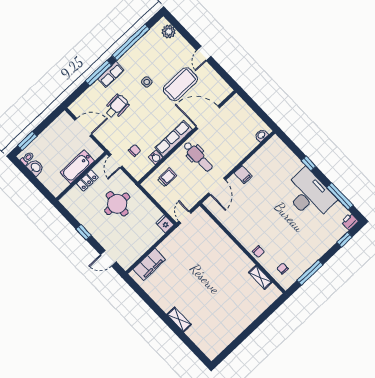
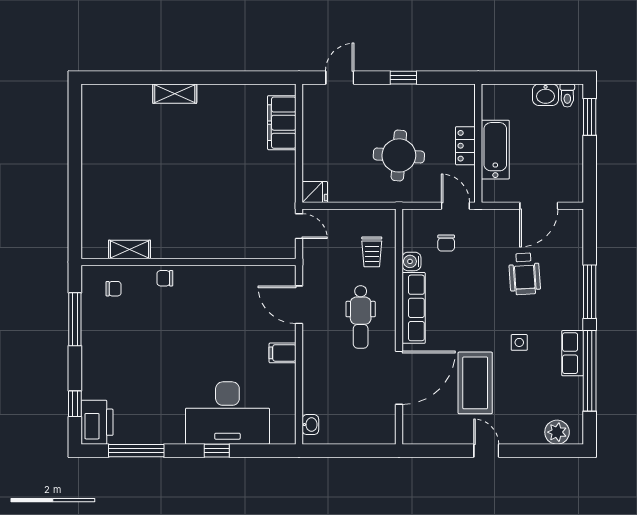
row of seats: (111, 75) -> (573, 353), moved
dental chair: (198, 157) -> (361, 317), turned -90
desk: (309, 195) -> (227, 413), moved
printer: (350, 221) -> (97, 422), width x1.87, depth x1.48

